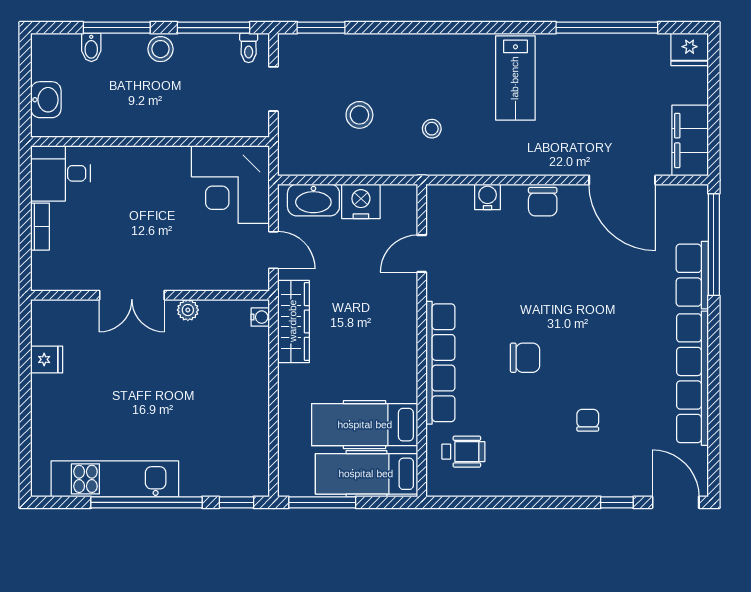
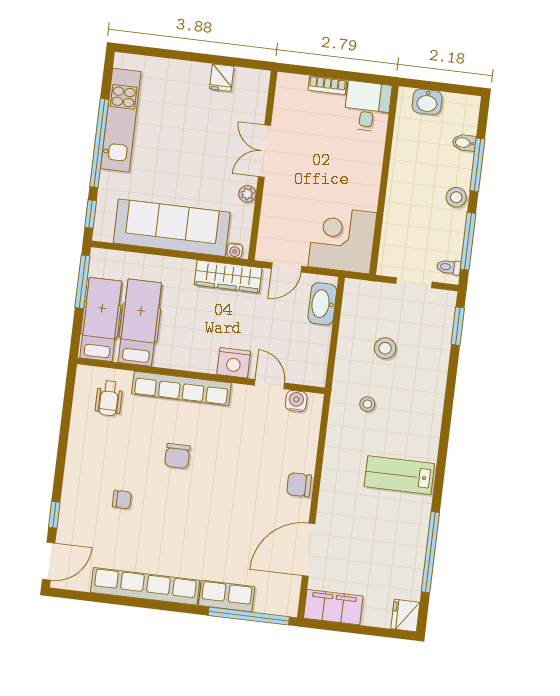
water cooler: (488, 197) -> (296, 401), moved, turned -90
nightstand: (361, 201) -> (234, 363), moved, turned 90
sofa: (241, 399) -> (172, 228), added

